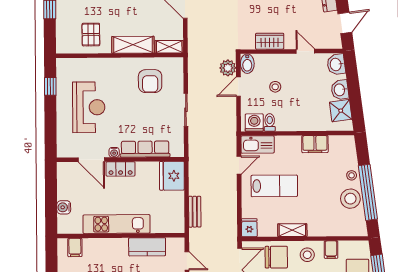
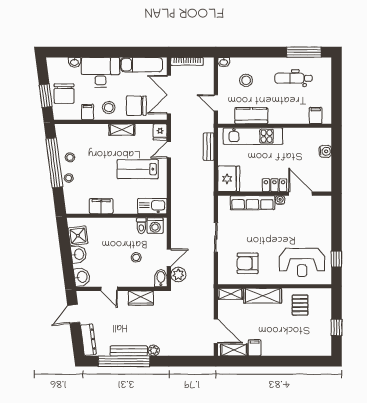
armchair: (150, 81) -> (248, 263), turned -90
reception desk: (89, 107) -> (302, 262), moved, turned -90
door: (239, 165) -> (169, 150), moved
stool: (350, 199) -> (70, 157), width x0.53, depth x0.53
kitchen unit: (116, 224) -> (253, 136), moved

